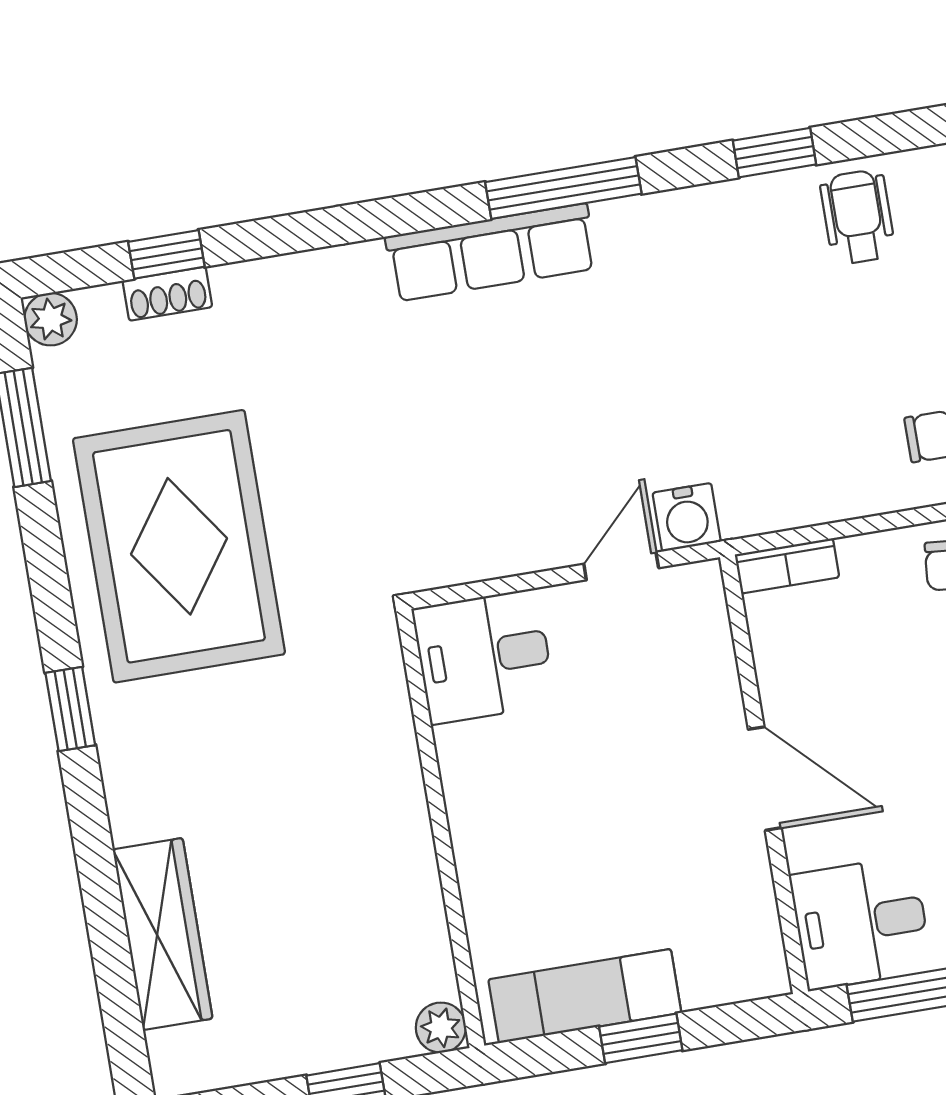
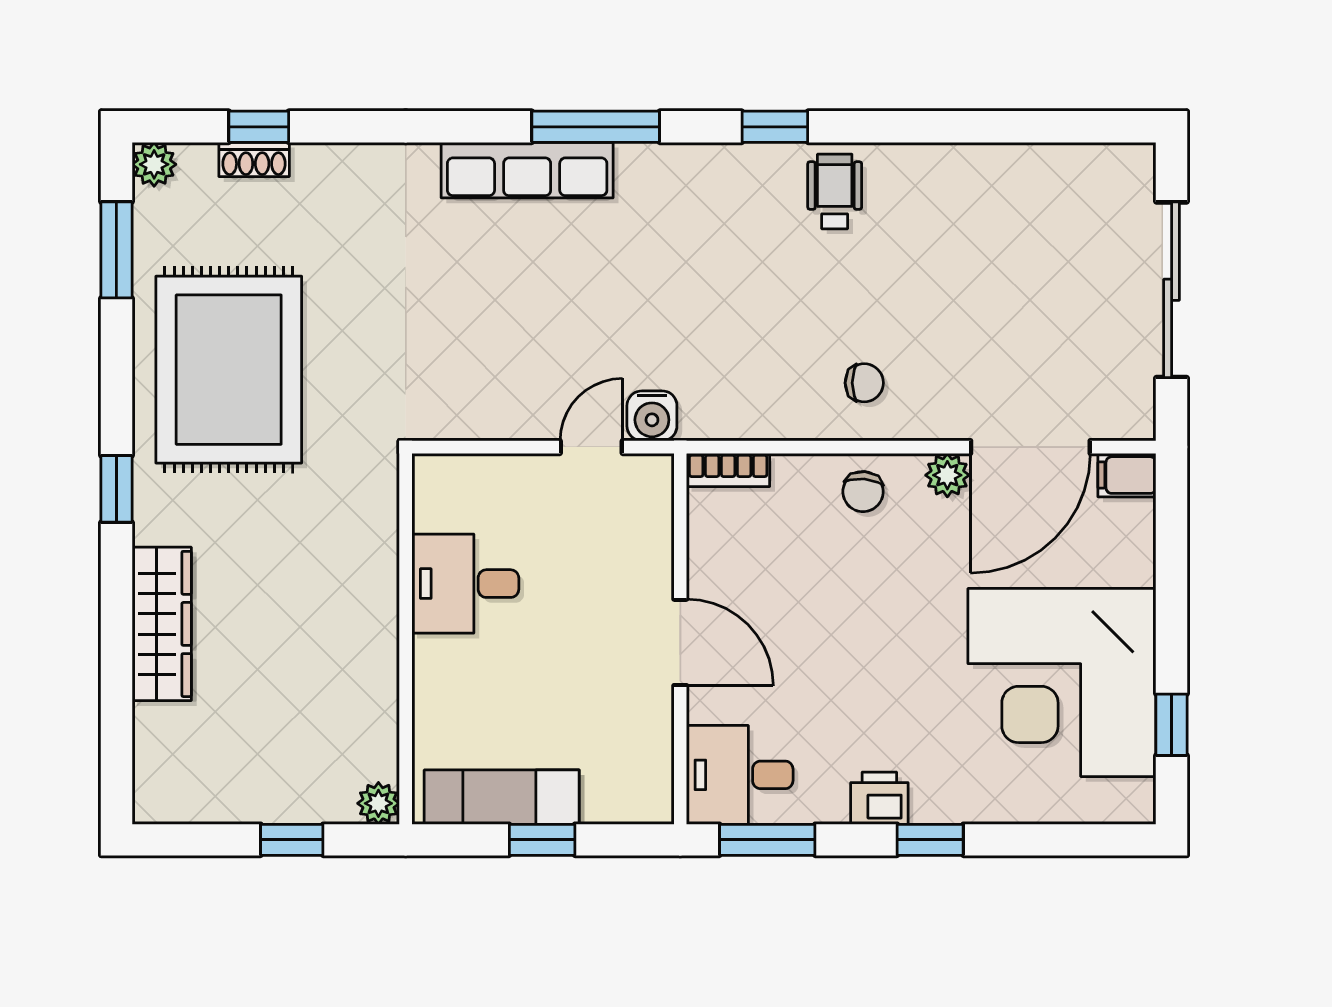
desk: (484, 657) -> (465, 584), moved
wardrobe: (163, 934) -> (162, 624), moved

